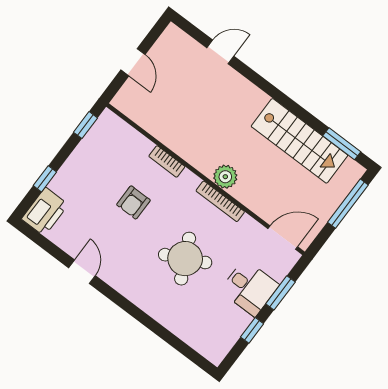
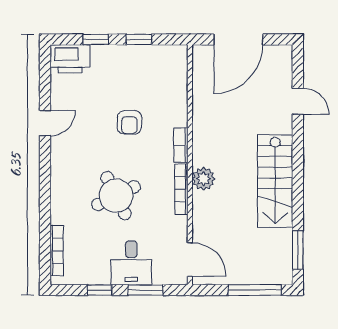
door: (133, 62) -> (238, 39), width x1.87
window: (86, 125) -> (139, 39), moved
stairs: (299, 141) -> (275, 181), moved
bookcase: (167, 161) -> (181, 145), moved
armchair: (133, 202) -> (129, 122), turned -90
bookcase: (193, 341) -> (57, 251), added

